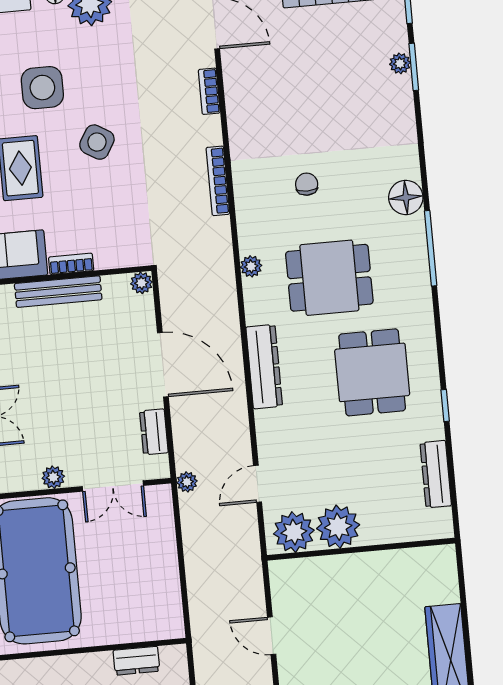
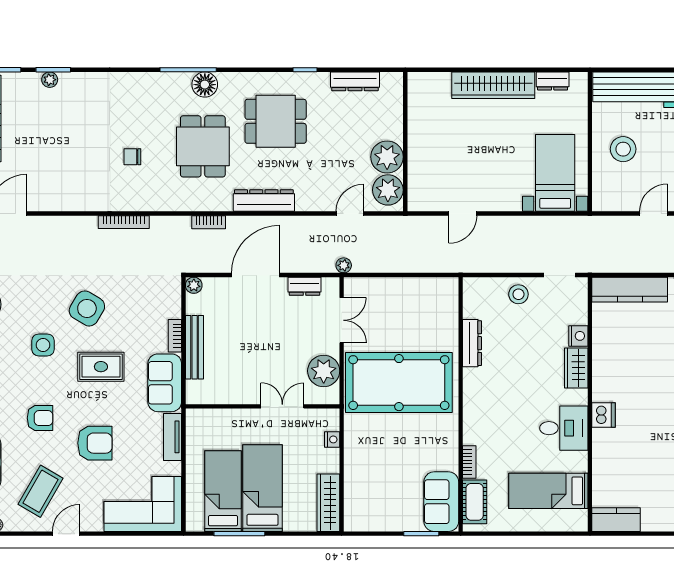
side table: (42, 88) -> (43, 345), width x0.73, depth x0.73
bookcase: (209, 91) -> (209, 222), moved
side table: (97, 142) -> (87, 308), width x1.37, depth x1.37
floor lamp: (406, 197) -> (205, 85), moved
plant: (251, 266) -> (189, 203), removed
plant: (53, 477) -> (324, 371), width x1.88, depth x1.88
door: (257, 484) -> (350, 213), swing flipped
dresser: (136, 661) -> (472, 343), moved, width x1.44

